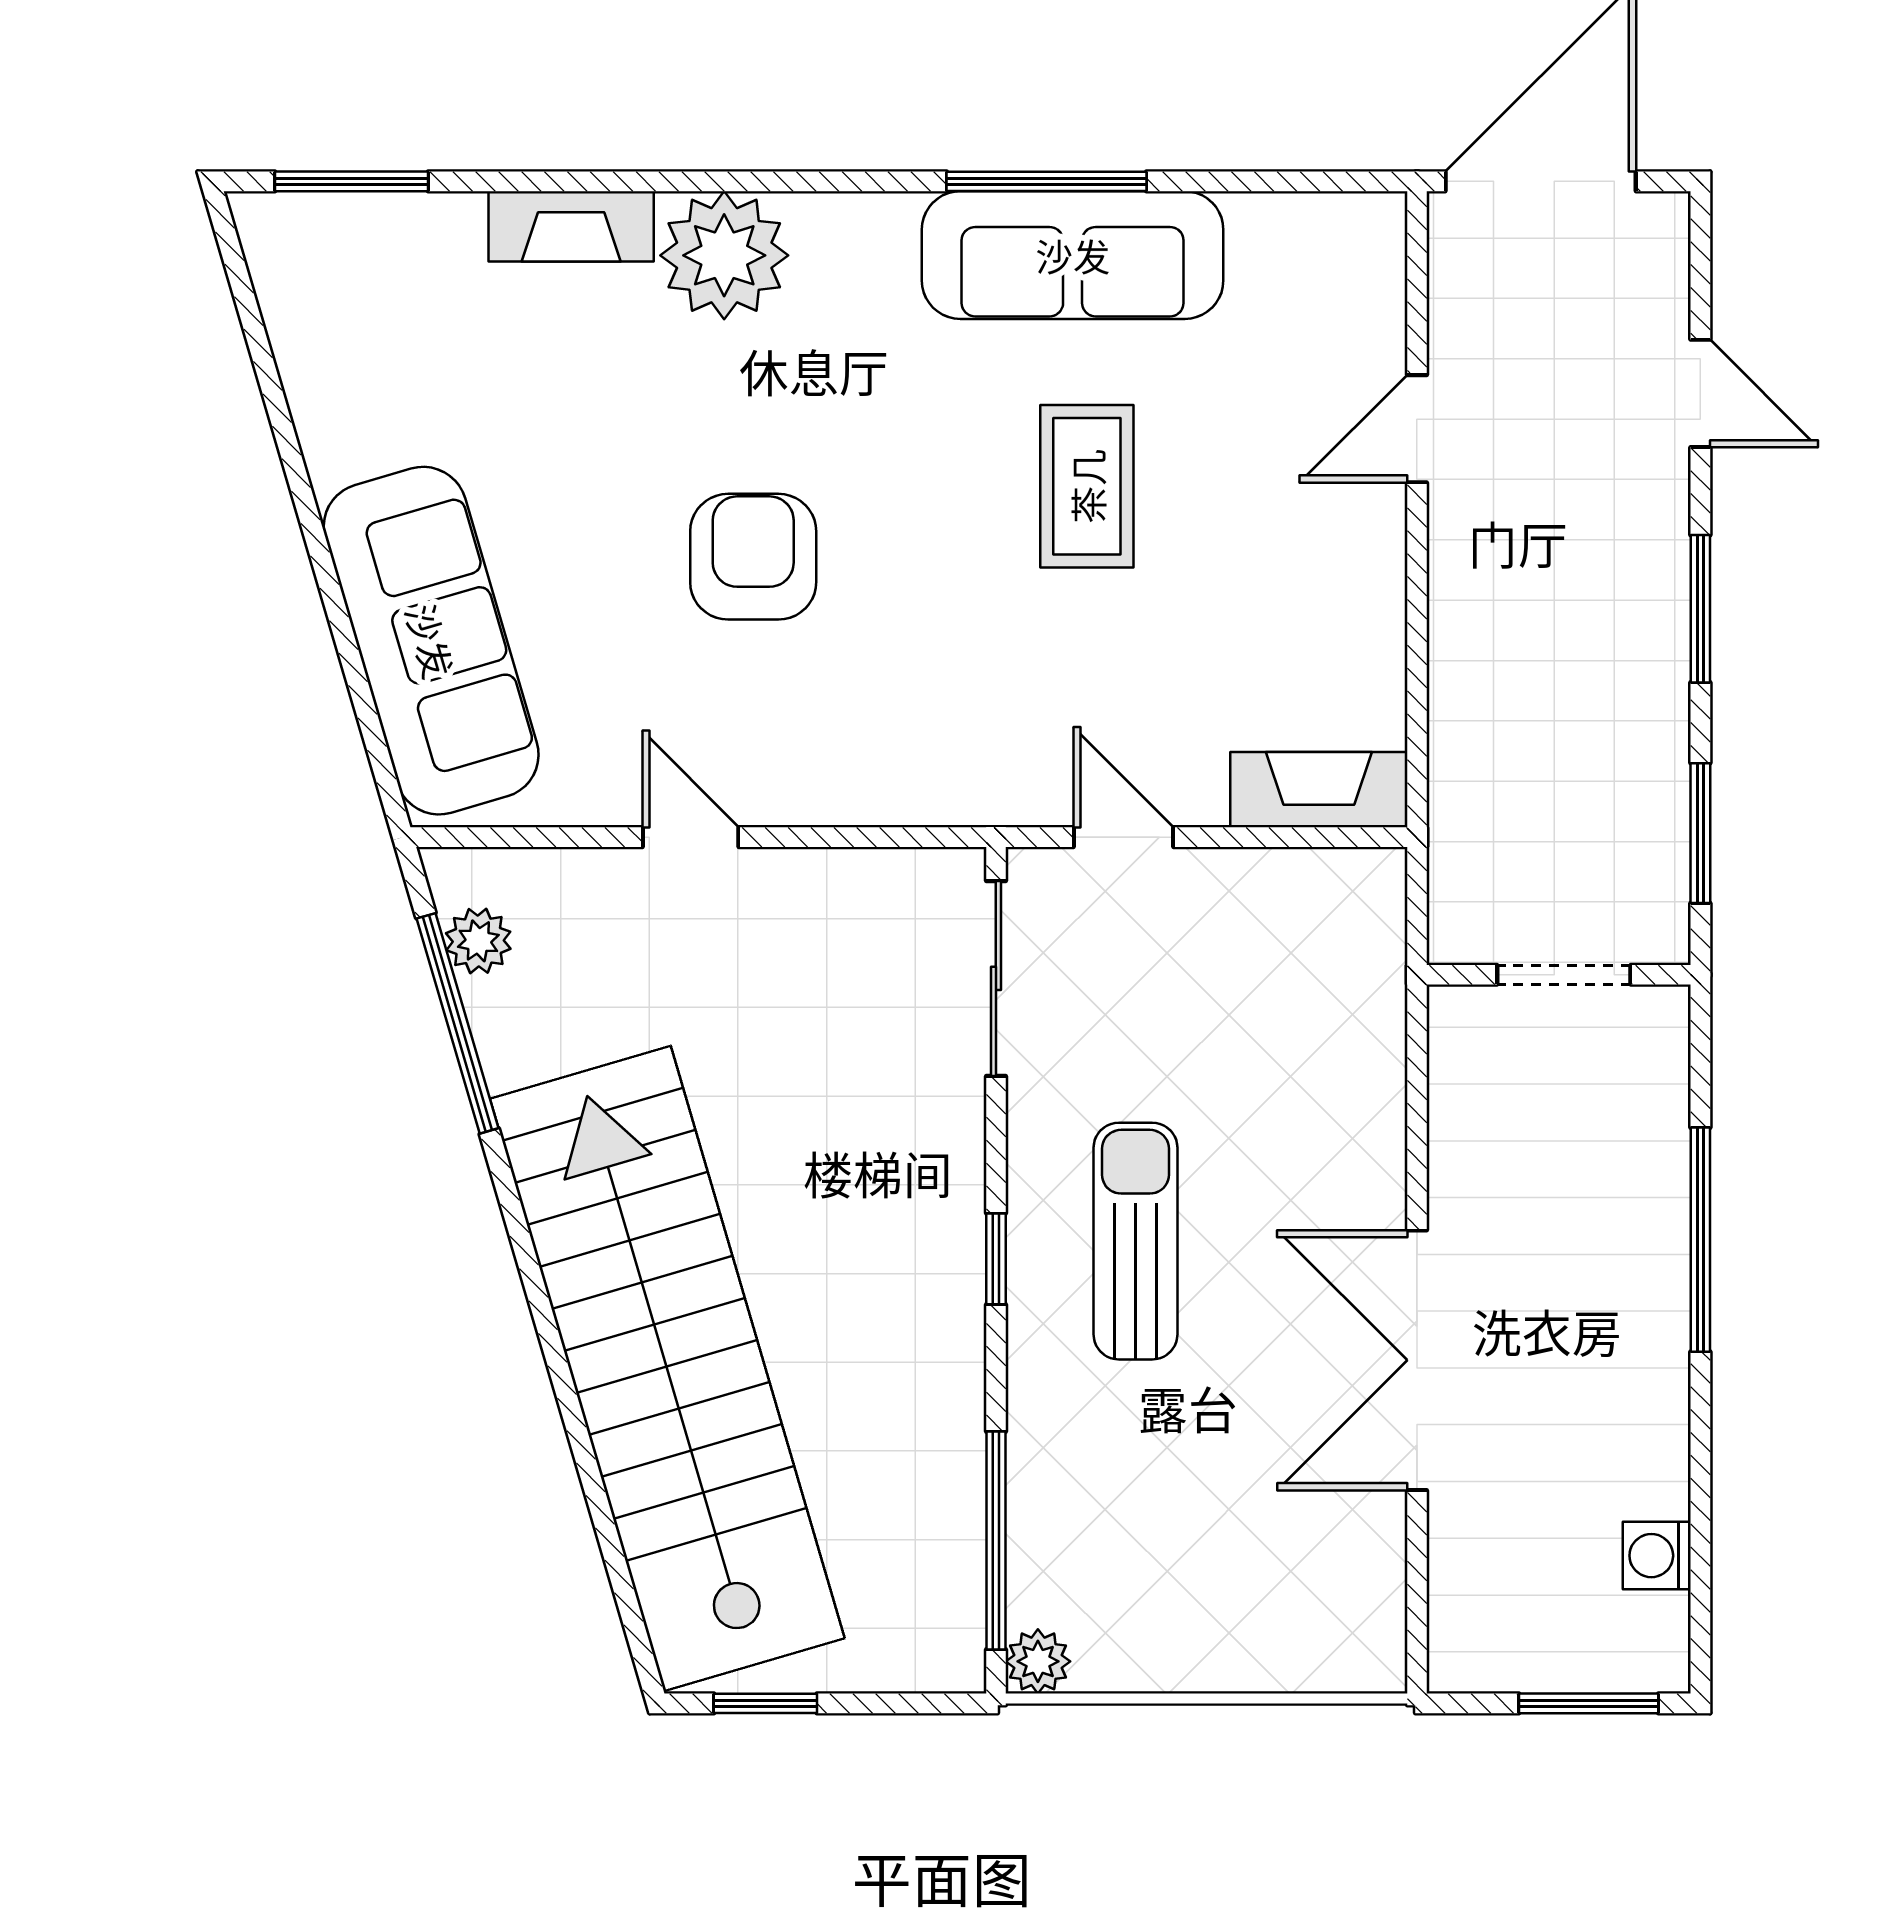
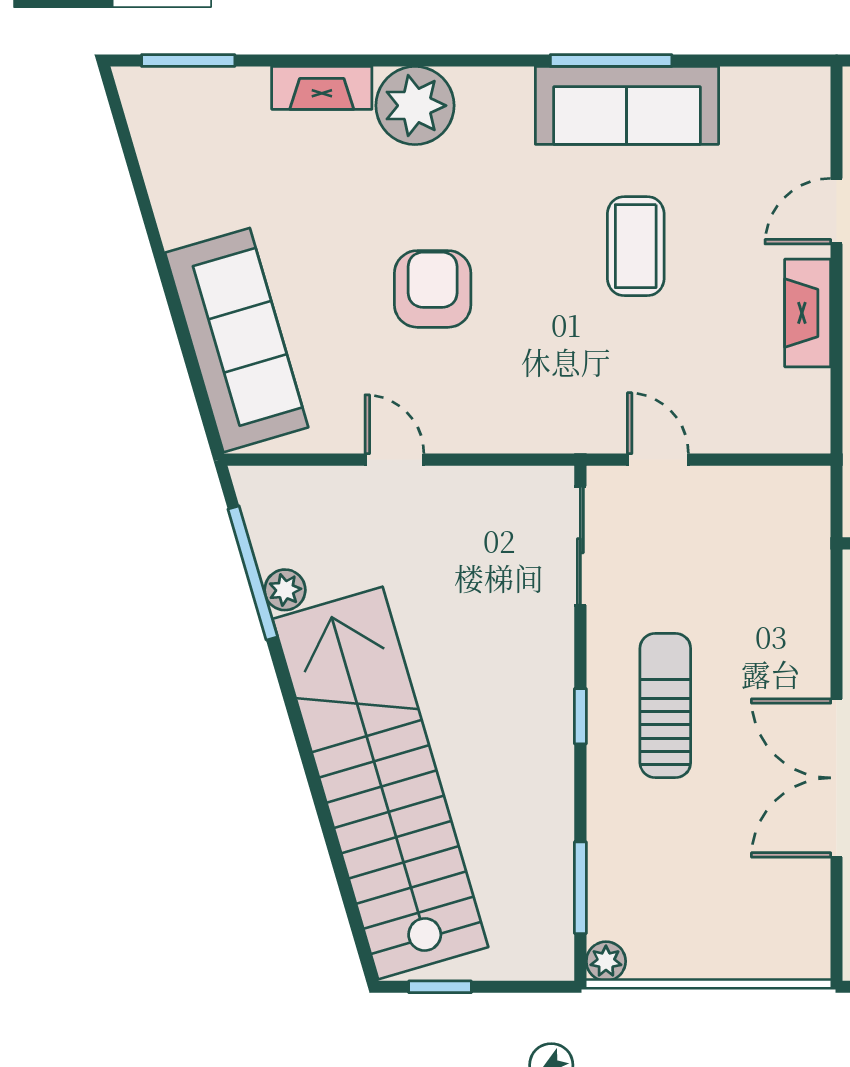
fireplace: (1319, 790) -> (808, 313), moved, turned -90
plant: (478, 941) -> (285, 590), moved
window: (996, 1540) -> (580, 888), width x0.69

